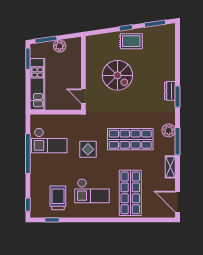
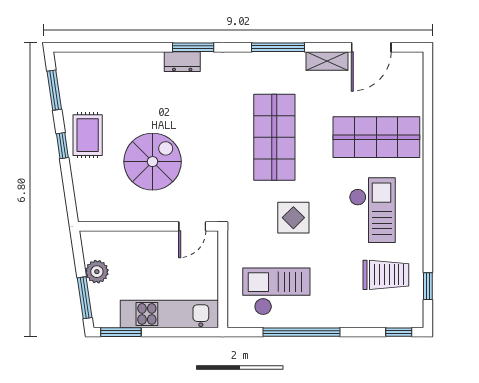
plant: (169, 130) -> (257, 64), removed
checkout: (49, 140) -> (276, 292), turned -90
trolley: (58, 198) -> (386, 275), turned 180
door: (177, 202) -> (371, 47), moved

